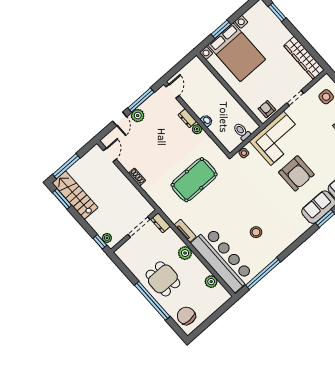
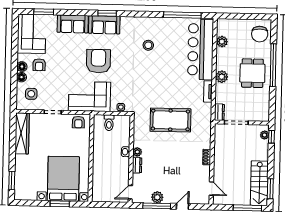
plant: (138, 116) -> (157, 197), moved
door: (110, 155) -> (211, 189), swing flipped
stool: (256, 232) -> (148, 45), moved

